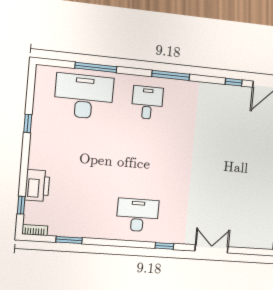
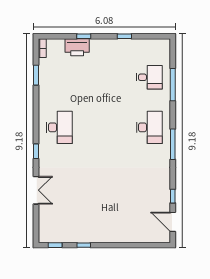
desk: (84, 96) -> (149, 77), width x0.53, depth x0.77
desk: (147, 103) -> (149, 127), width x1.37
window: (21, 205) -> (84, 36), moved

